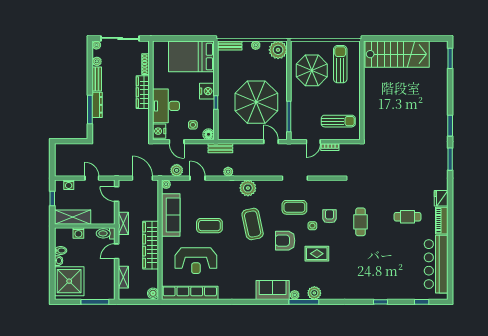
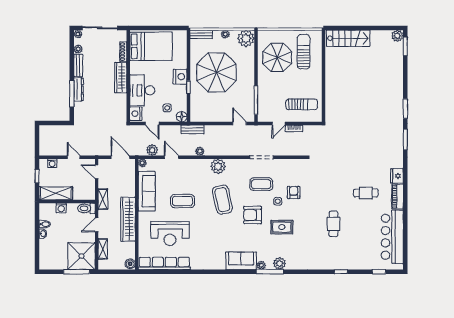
plant: (442, 47) -> (397, 36), added
stairs: (397, 54) -> (348, 38), width x0.73, depth x0.66
bed: (191, 57) -> (151, 46), moved, turned 180
parasol: (256, 102) -> (217, 72), moved
cafe table: (361, 222) -> (334, 224), moved
shower: (69, 281) -> (82, 256), moved

